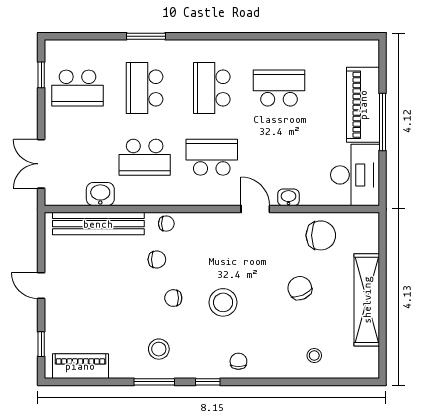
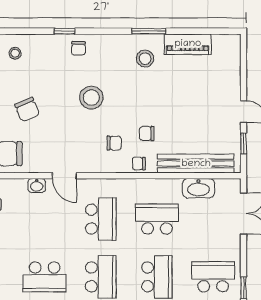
school desk: (212, 157) -> (101, 219), turned -90
washbasin: (100, 194) -> (198, 188), width x1.38
chair: (173, 298) -> (114, 143), moved
window: (41, 344) -> (244, 143), moved
piano: (80, 366) -> (188, 44), moved
window: (208, 382) -> (65, 31), moved

